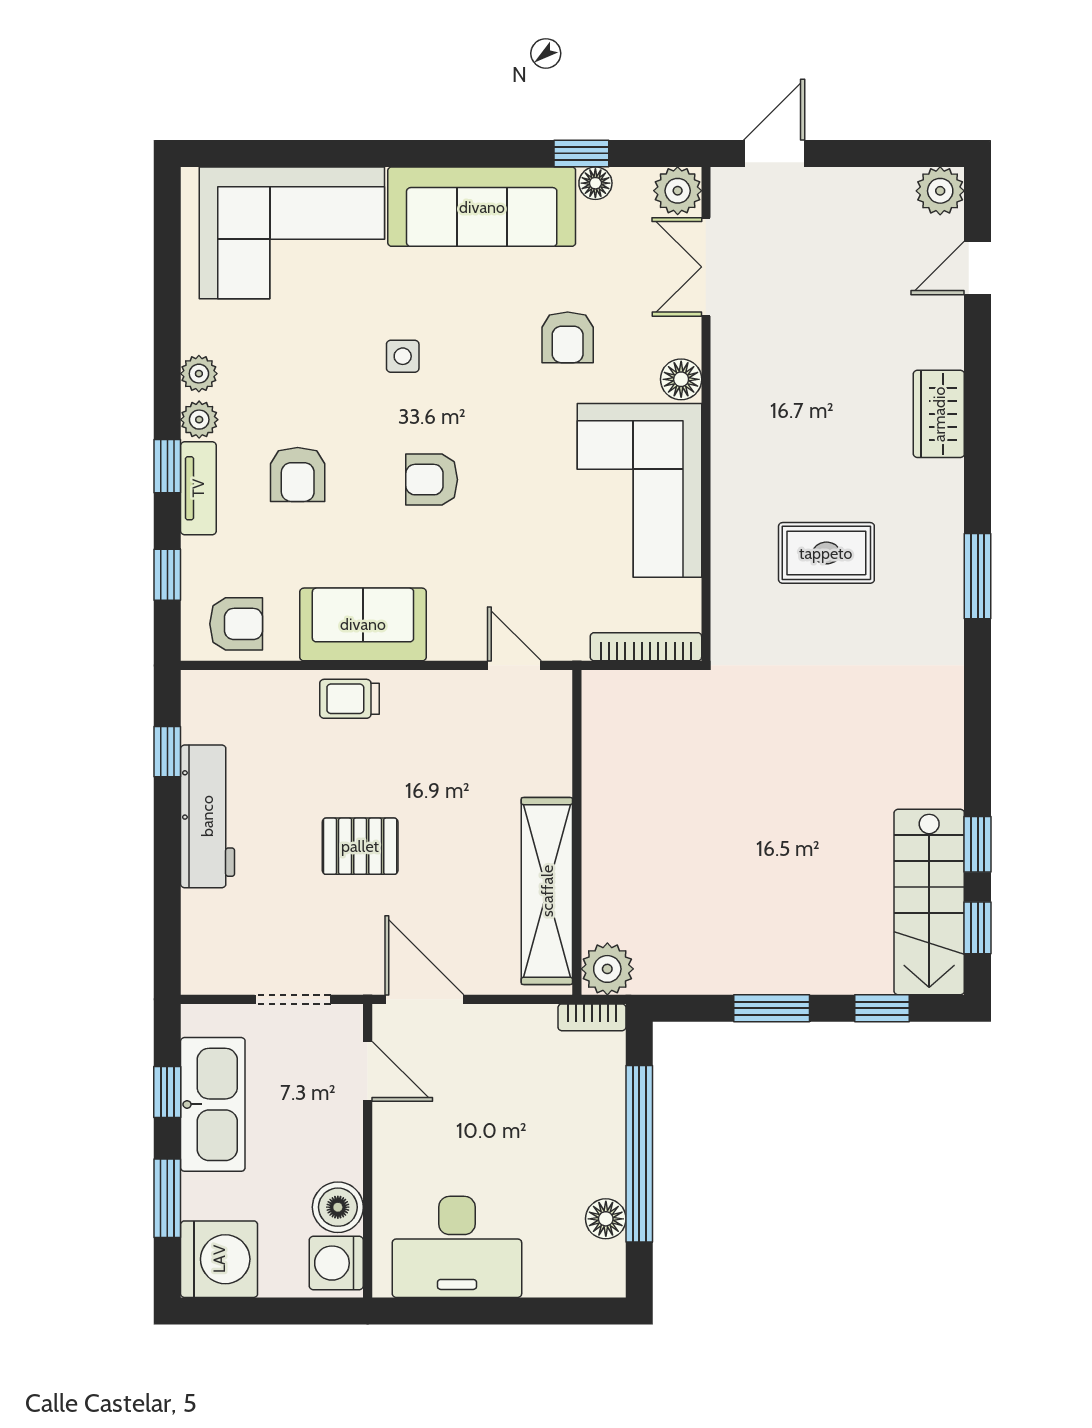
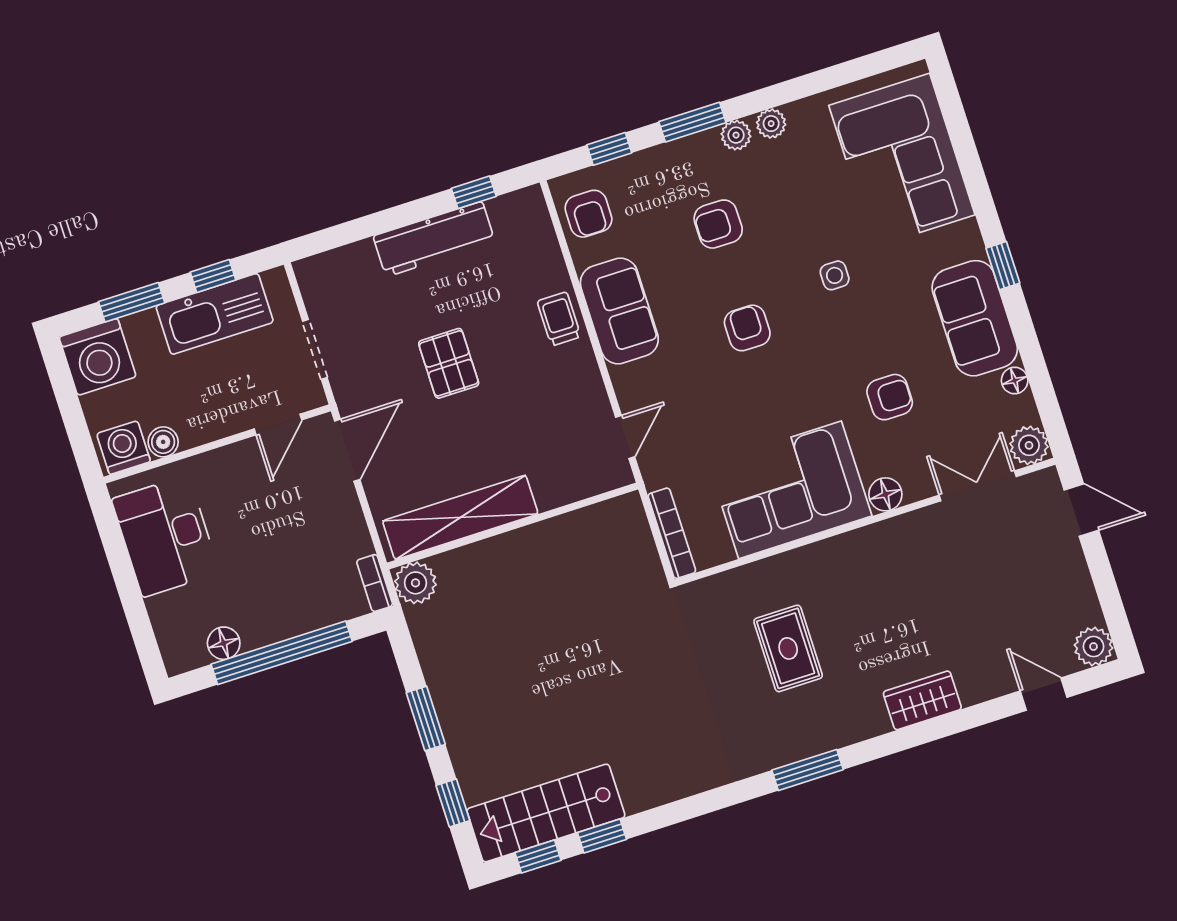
window: (581, 153) -> (1003, 266), moved
sofa: (482, 207) -> (975, 318), width x0.73
armchair: (568, 337) -> (890, 397), turned 180
window: (167, 466) -> (692, 122), width x1.50
tv unit: (198, 488) -> (683, 151), removed
boiler: (338, 1207) -> (163, 442), width x0.73, depth x0.73

